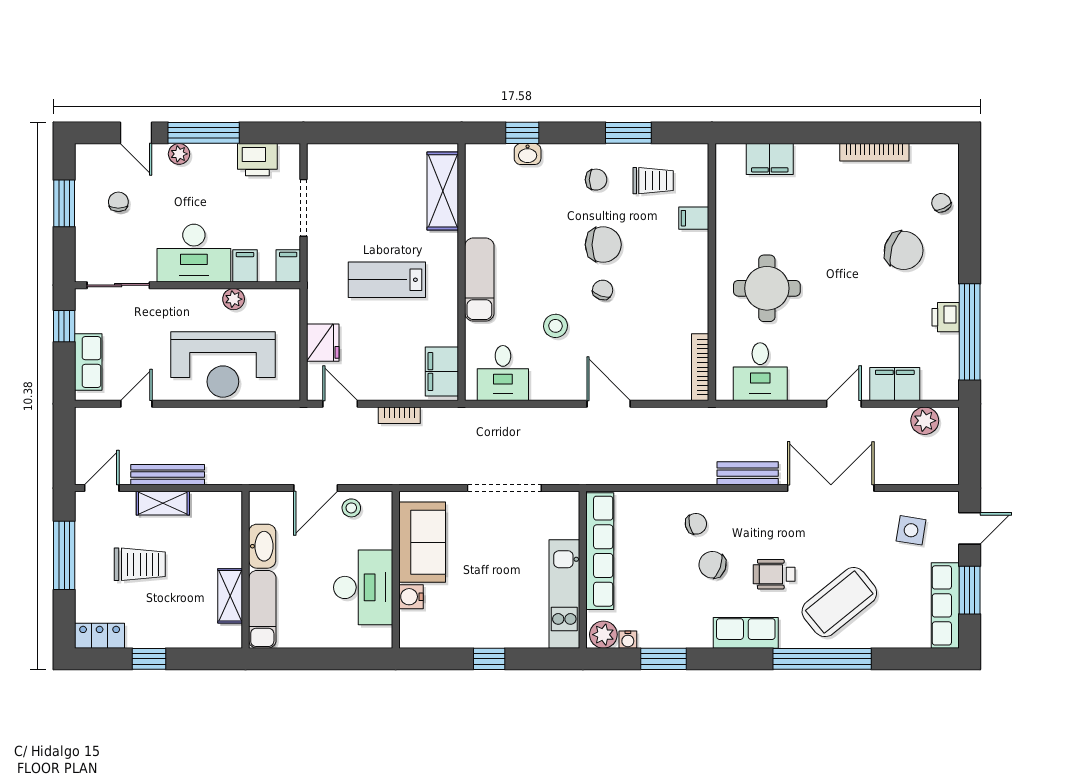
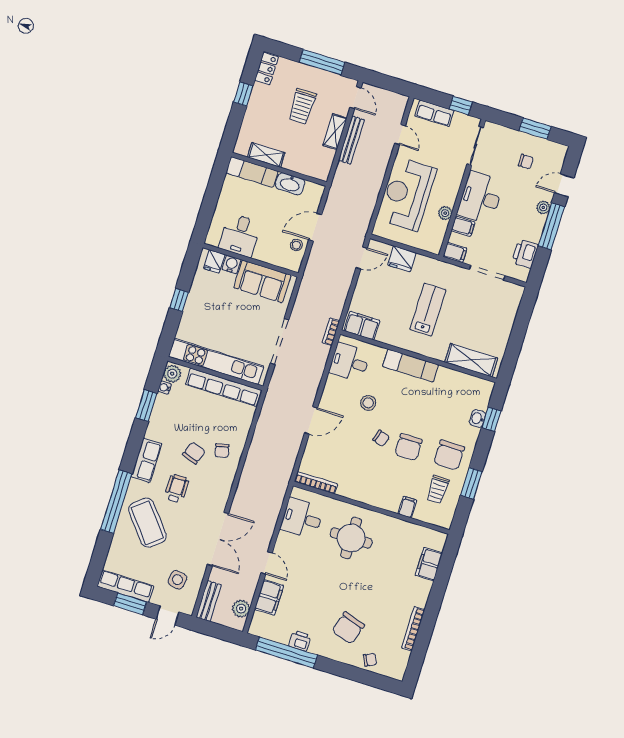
chair: (596, 180) -> (449, 455), width x1.87, depth x1.87
bookcase: (399, 415) -> (331, 332), moved
bench: (748, 473) -> (209, 601), moved
door: (316, 488) -> (315, 227), hinge flipped
door: (970, 528) -> (167, 615), hinge flipped
desk: (363, 587) -> (240, 235), width x0.73
kitchen unit: (564, 594) -> (216, 361), width x1.36
fridge: (415, 624) -> (214, 261), added

